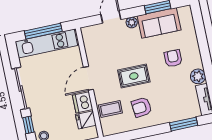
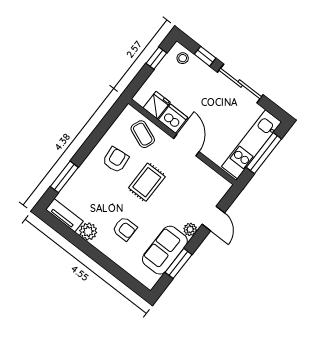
coffee table: (110, 109) -> (143, 134), turned -68

